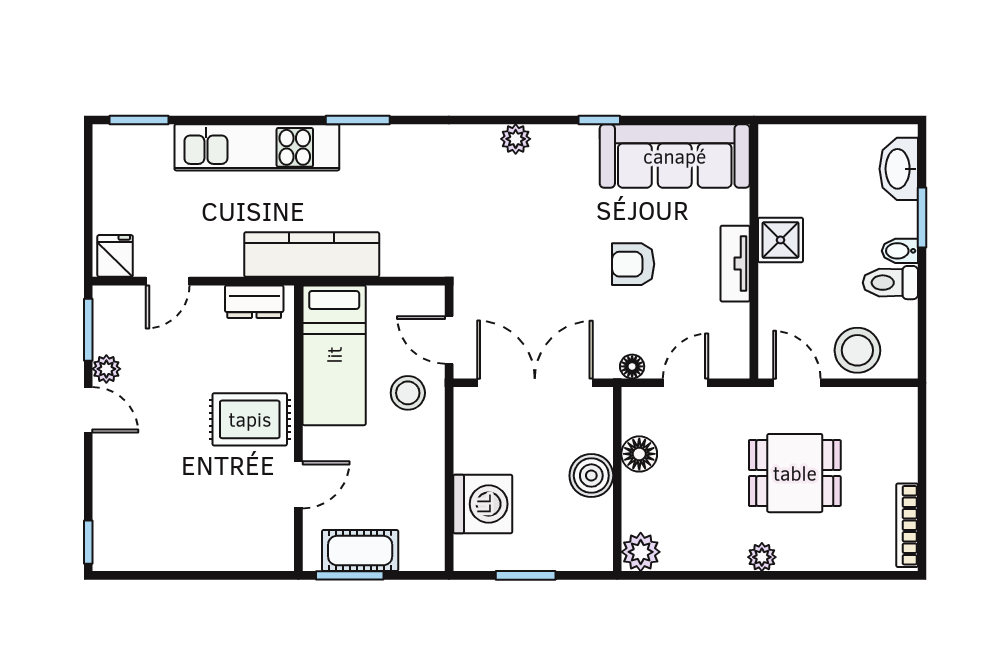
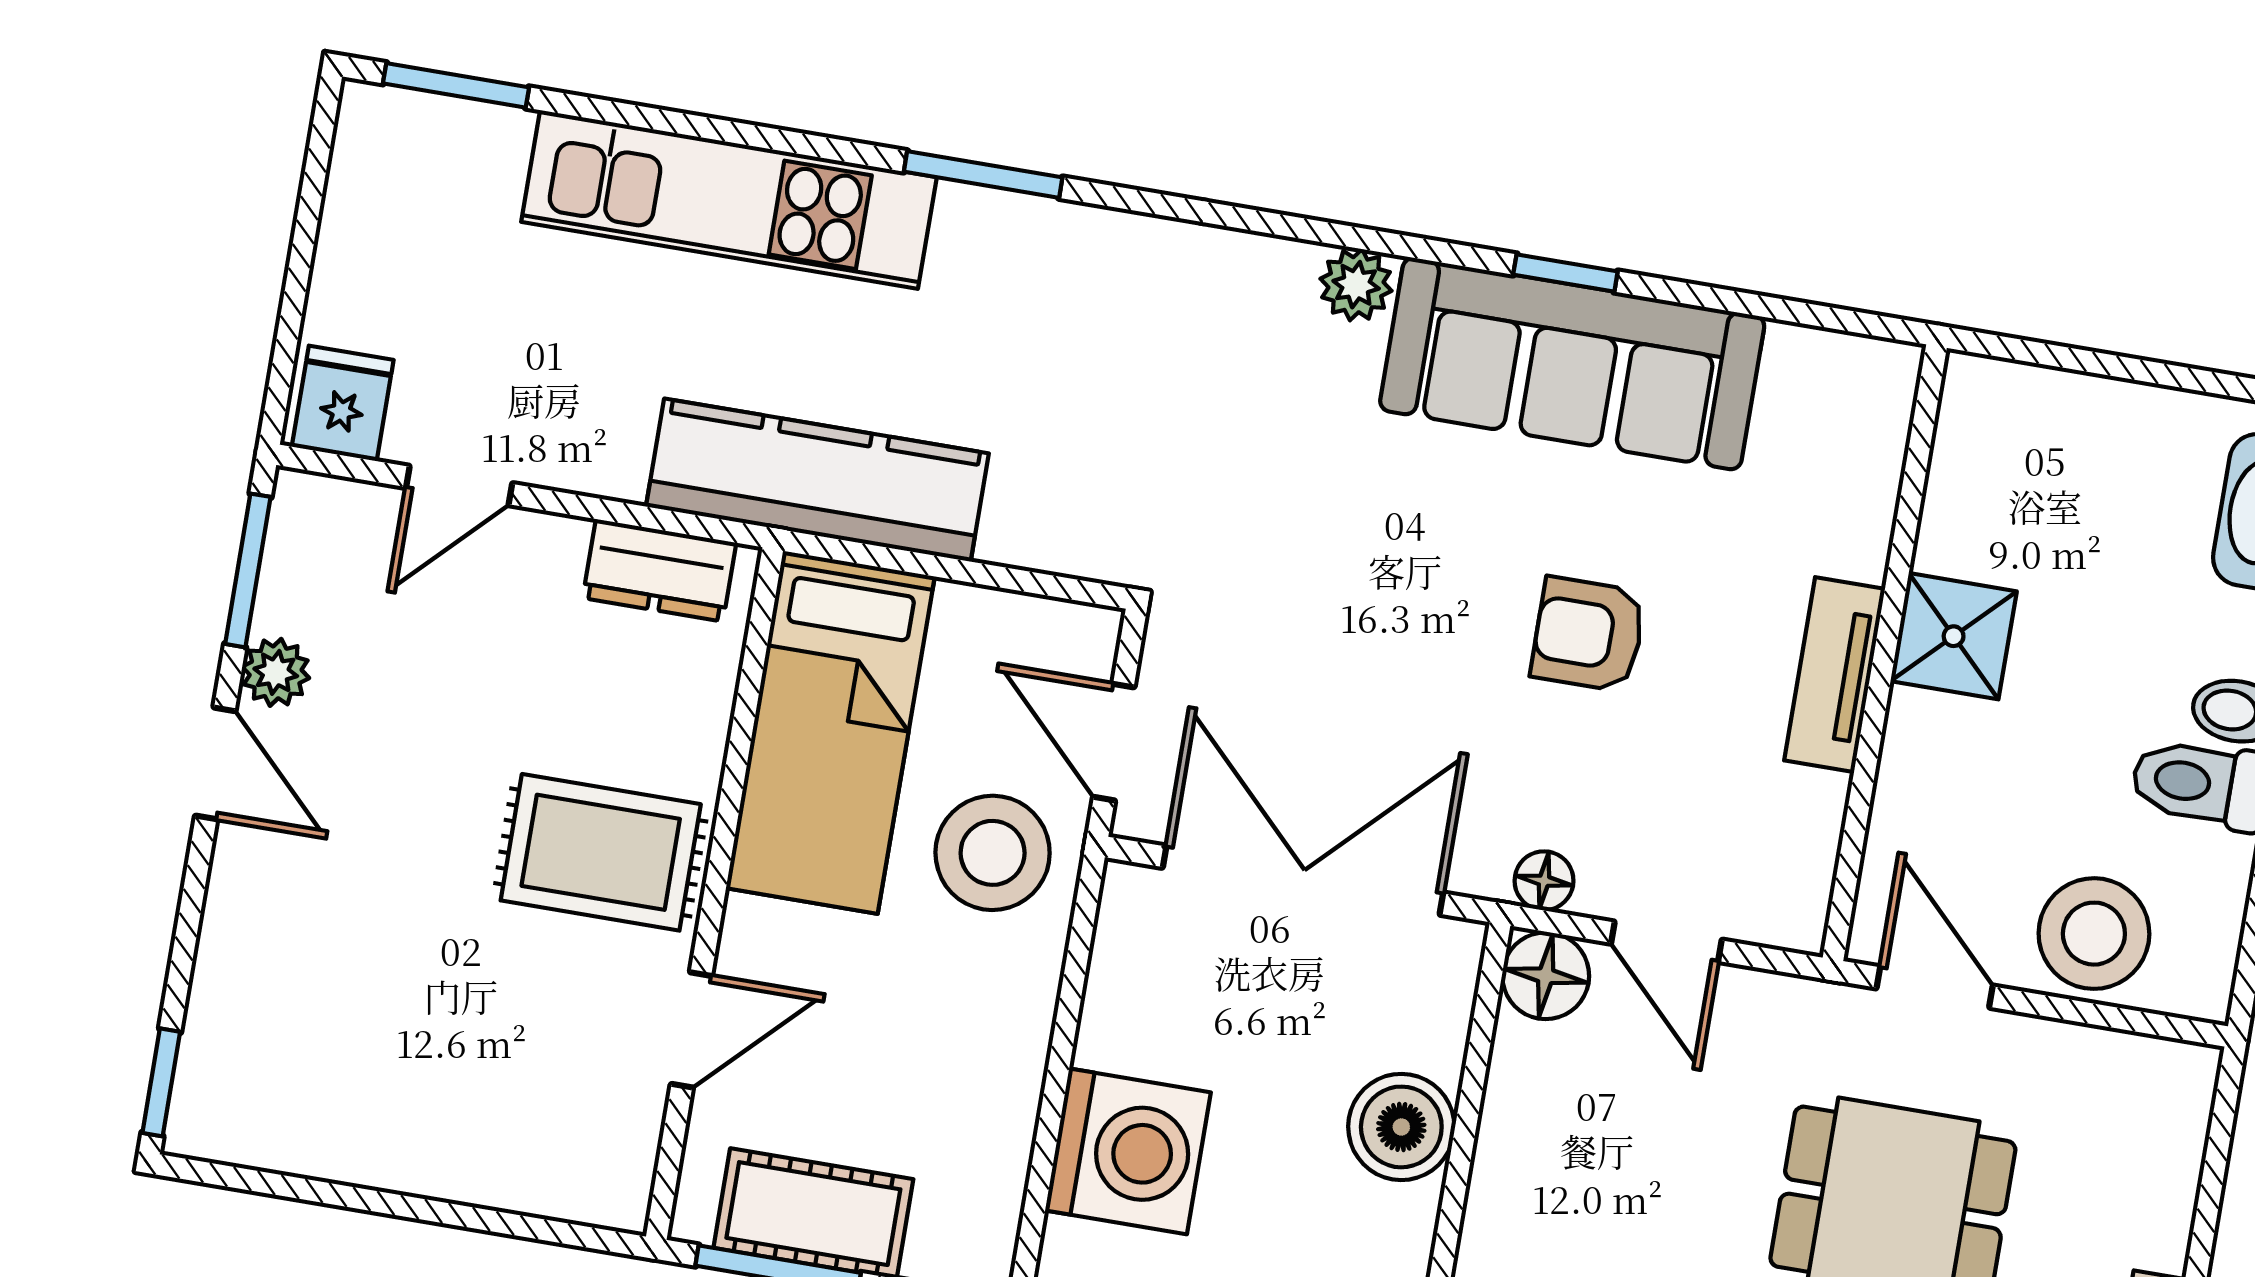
sofa: (675, 156) -> (1572, 364), moved
door: (686, 383) -> (1666, 942), swing flipped
stool: (408, 393) -> (993, 853), width x1.38, depth x1.38
floor lamp: (639, 454) -> (1546, 976), moved

